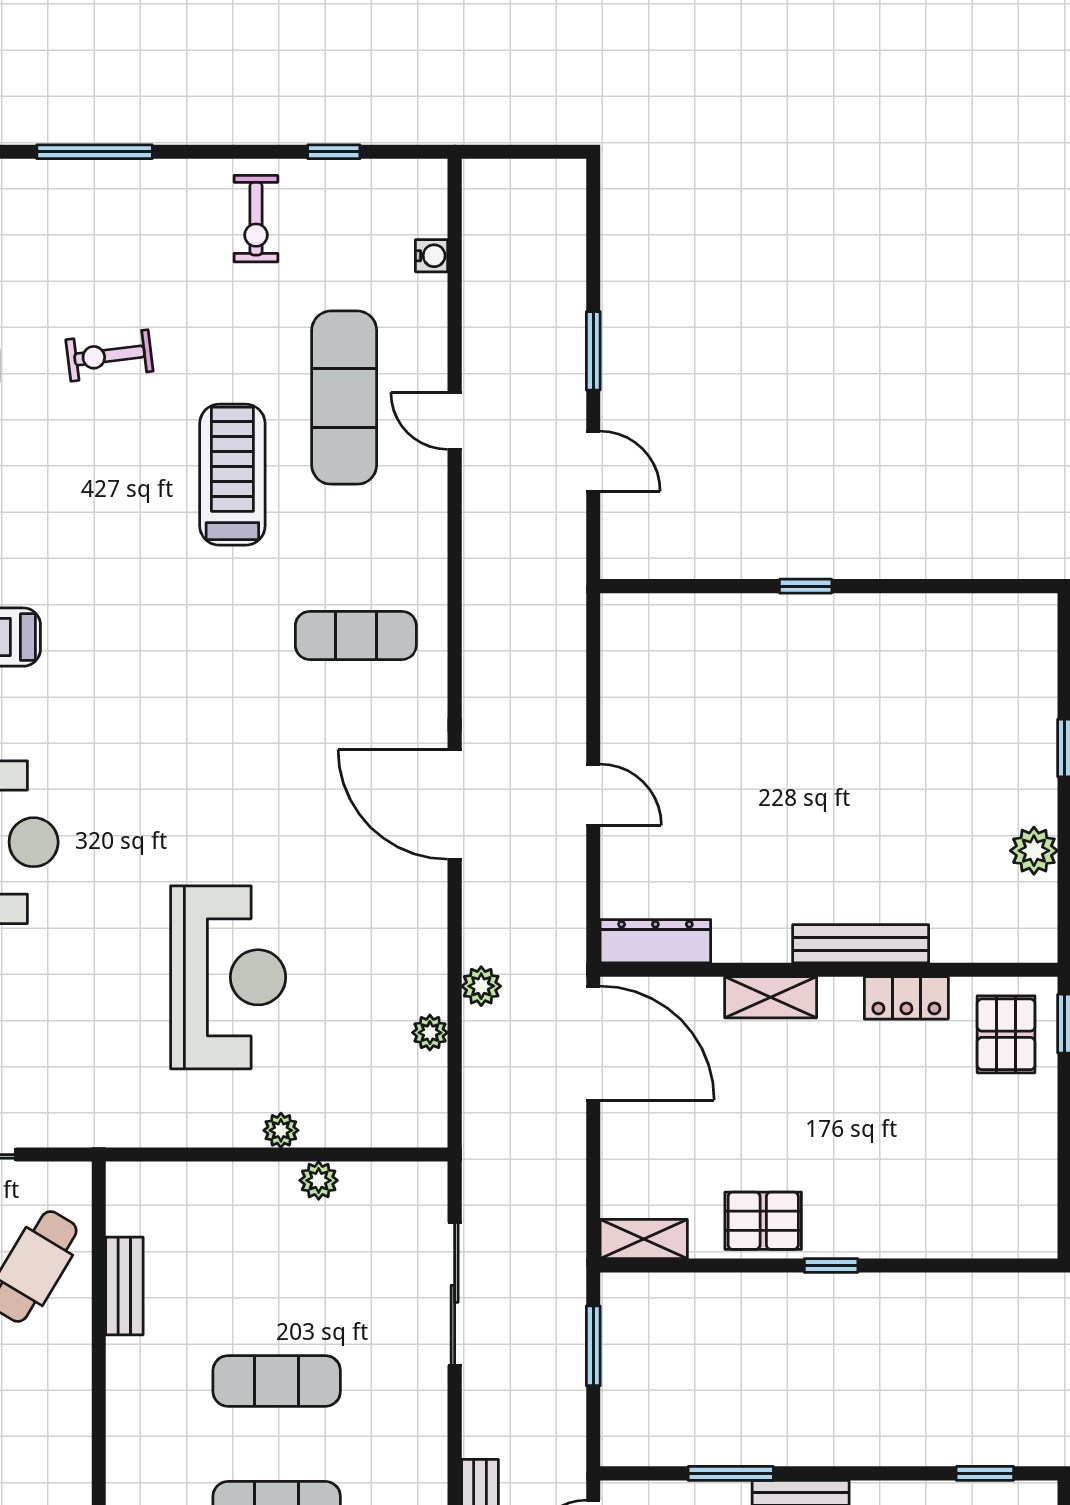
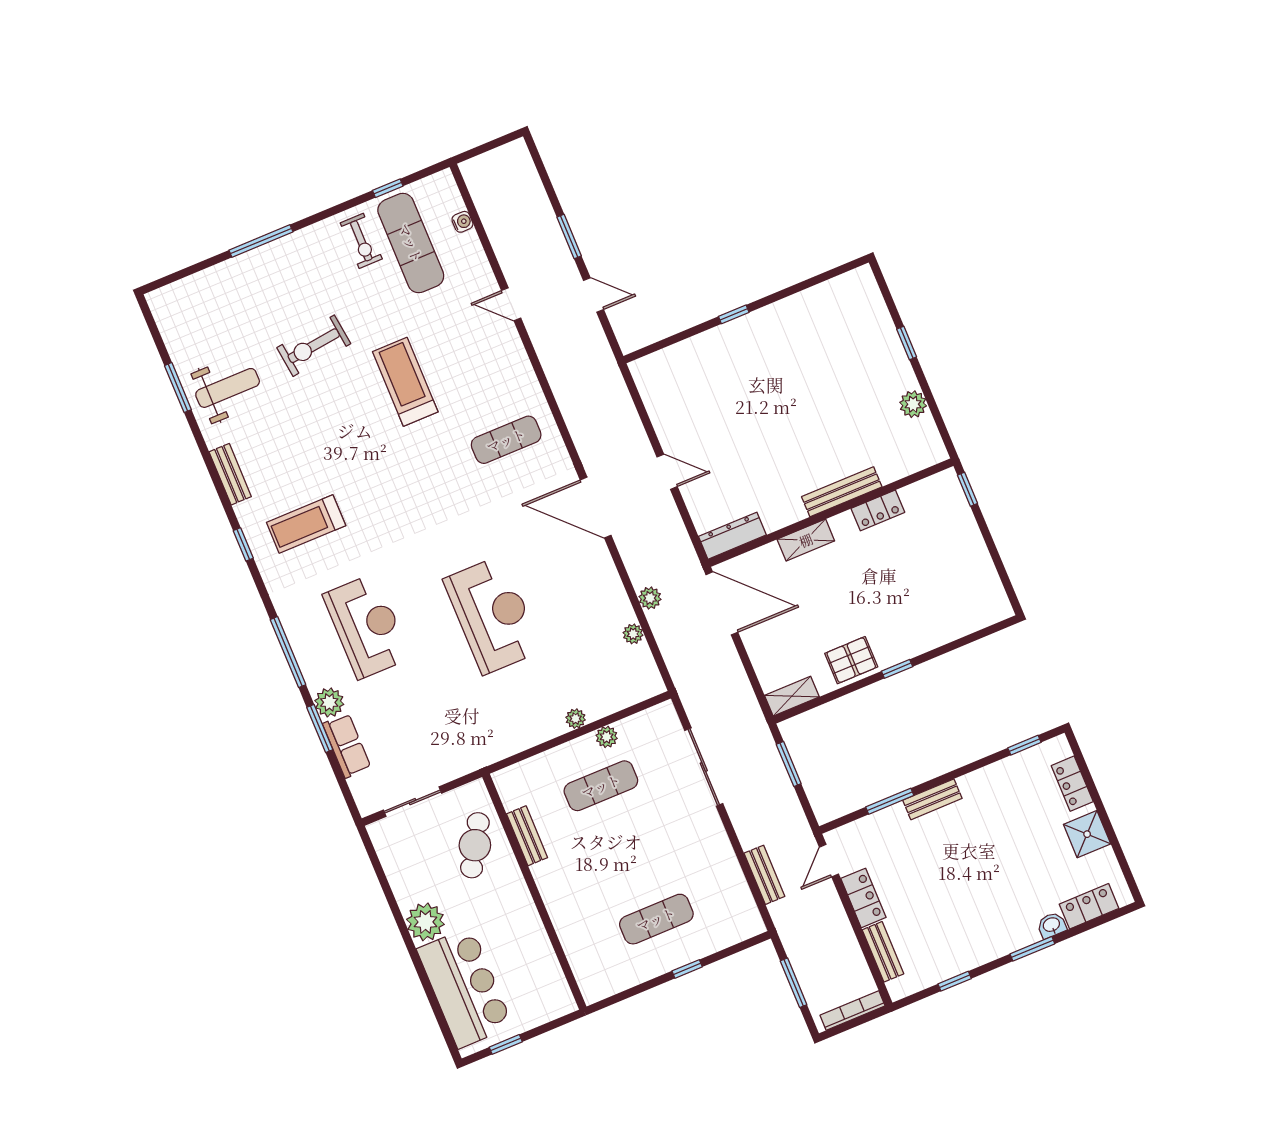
exercise bike: (109, 355) -> (314, 346), width x1.38, depth x1.39
exercise mat: (344, 398) -> (411, 243), moved
reception desk: (228, 977) -> (493, 615), moved
pallet: (1006, 1034) -> (939, 508), removed
exercise mat: (277, 1381) -> (601, 786), moved

